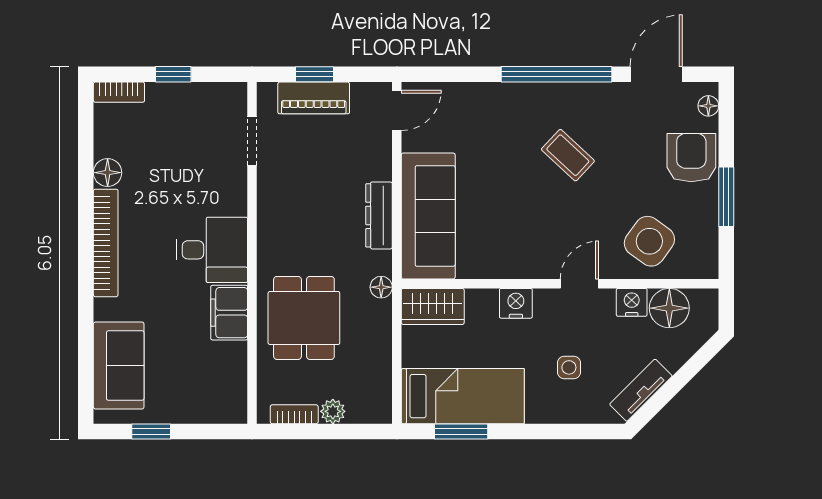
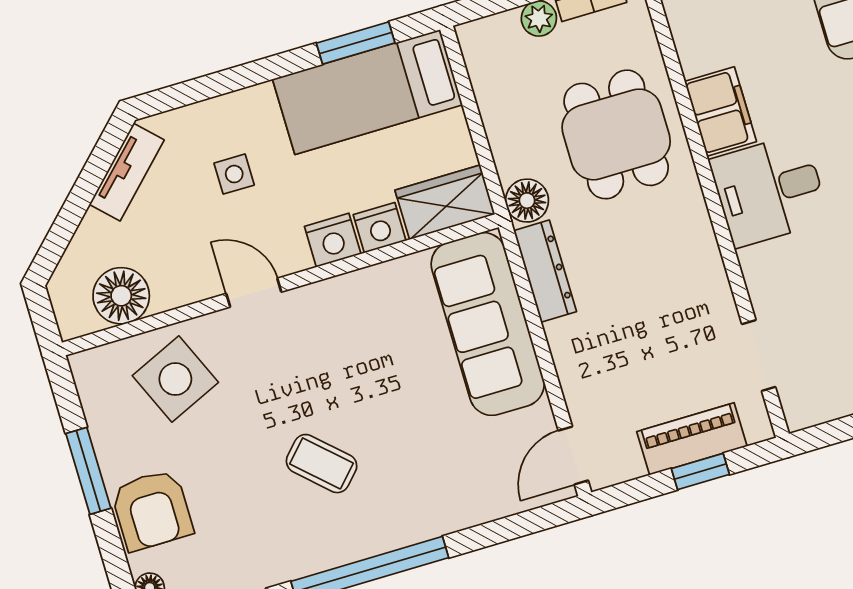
dresser: (379, 215) -> (545, 271), moved
side table: (649, 241) -> (175, 379), turned 30
door: (579, 284) -> (254, 293), swing flipped
floor lamp: (381, 287) -> (527, 201), width x1.37, depth x1.37
nightstand: (632, 302) -> (380, 228), moved

